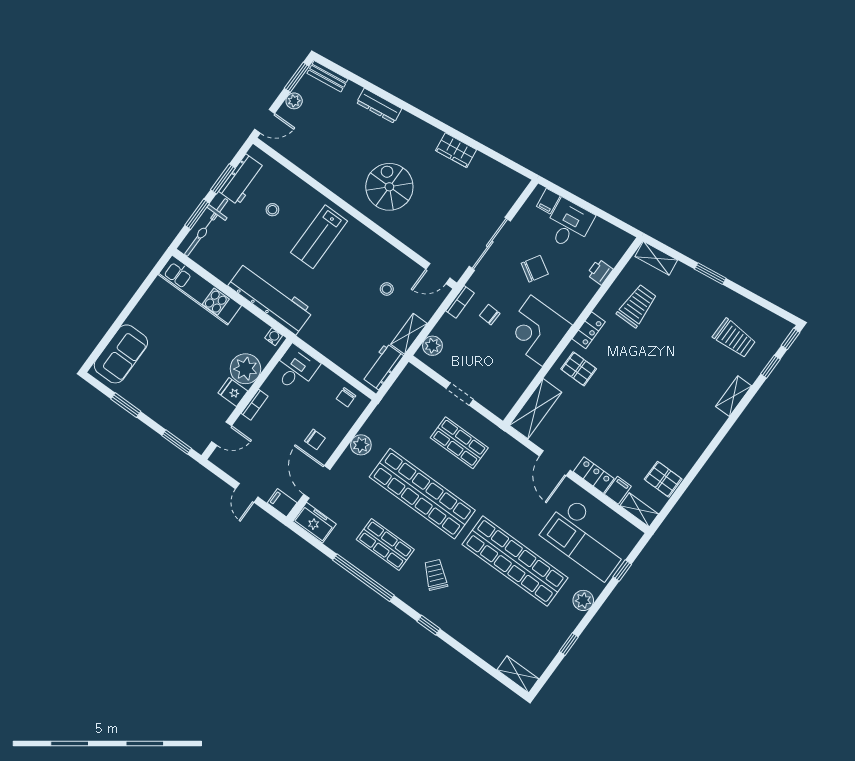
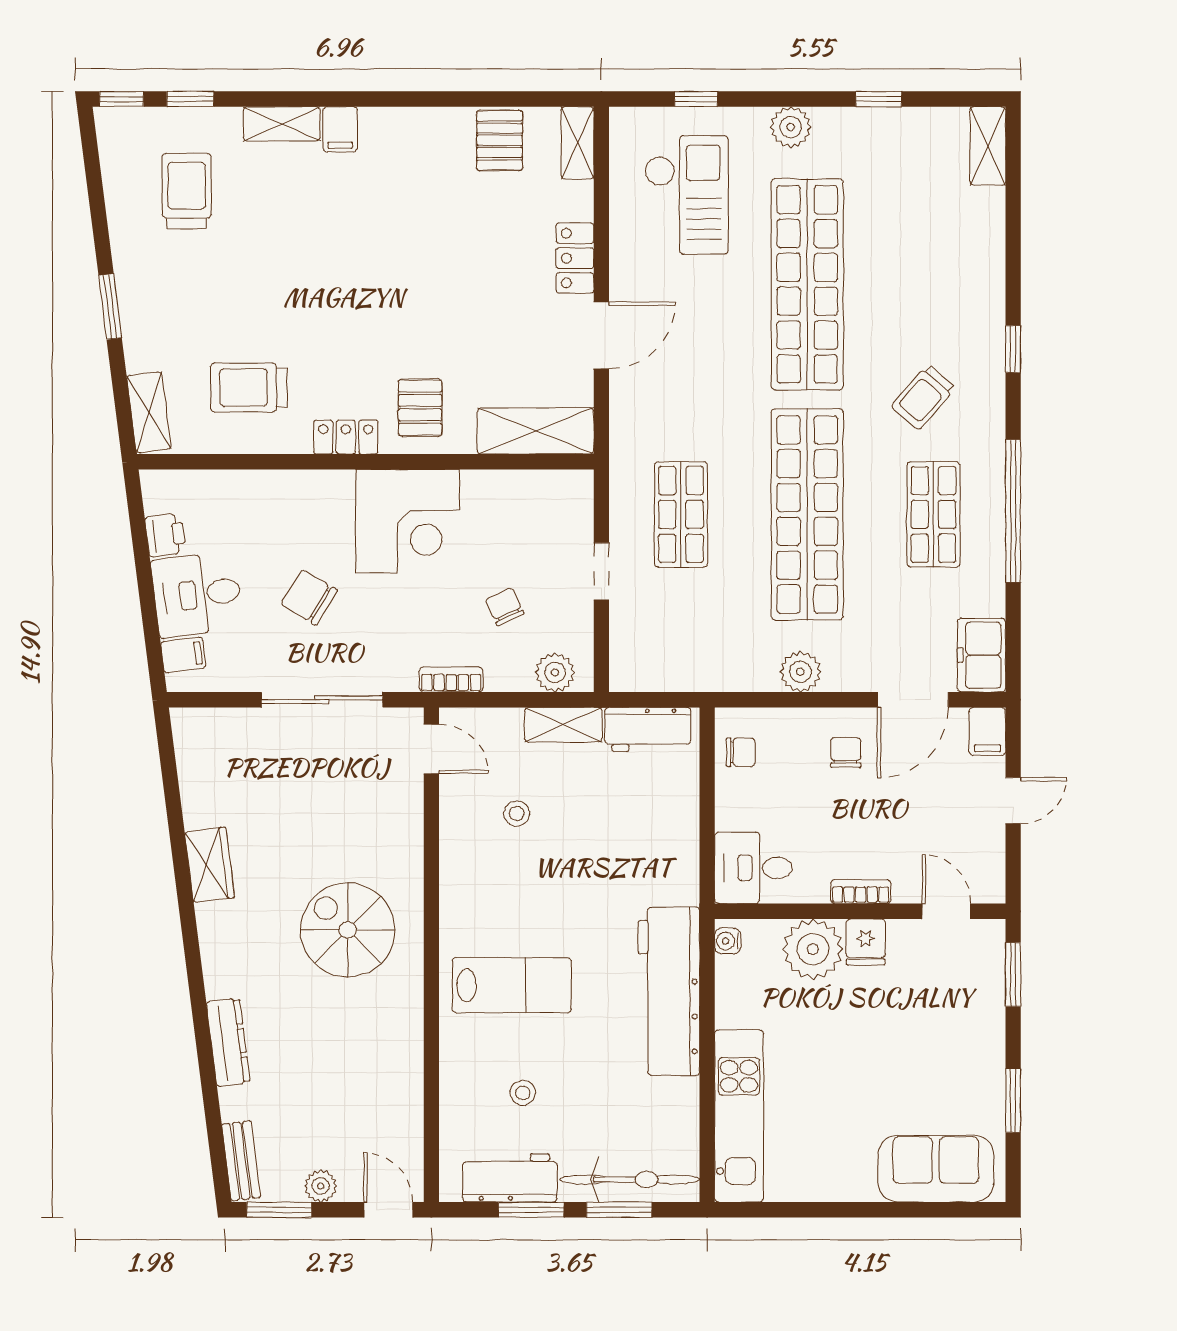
spiral stairs: (389, 187) -> (348, 930), turned 90
printer: (600, 272) -> (165, 535), moved, turned -97
chair: (490, 315) -> (505, 607), moved, turned 152
filing cabinet: (618, 490) -> (340, 129), moved, turned -90
checkout: (586, 539) -> (686, 195), width x0.73, depth x0.83

